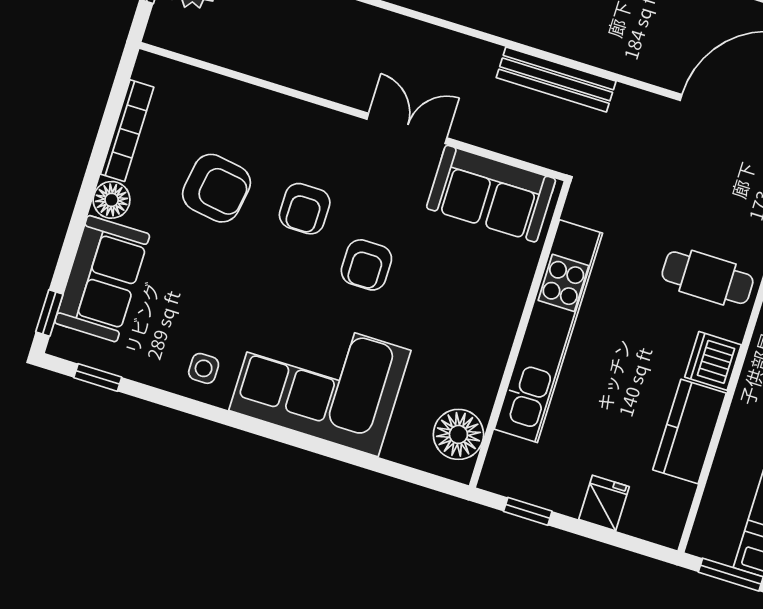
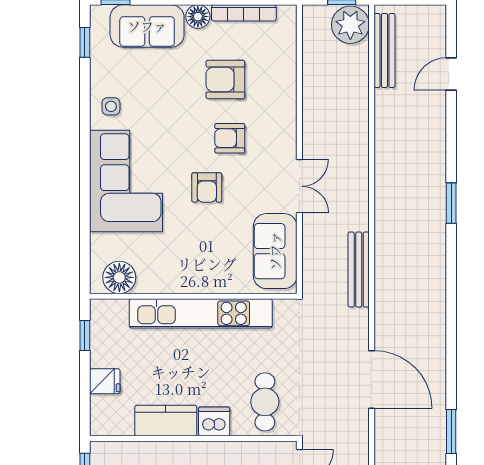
armchair: (216, 188) -> (225, 79), turned 81
armchair: (366, 265) -> (207, 187), turned -90

